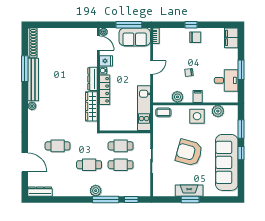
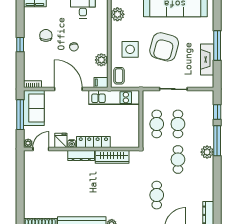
chair: (195, 37) -> (46, 35), moved
door: (152, 68) -> (68, 89), width x1.88
filing cabinet: (198, 96) -> (101, 82), moved
side table: (197, 116) -> (130, 49), moved
fireplace: (189, 191) -> (207, 59), moved
window: (190, 199) -> (217, 46), width x1.44

